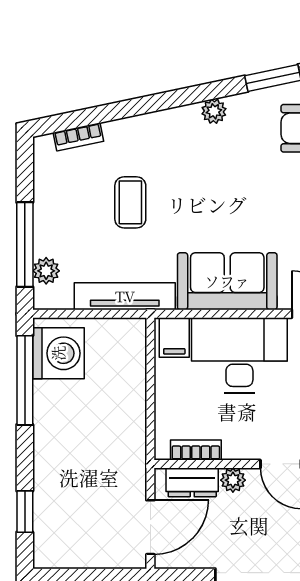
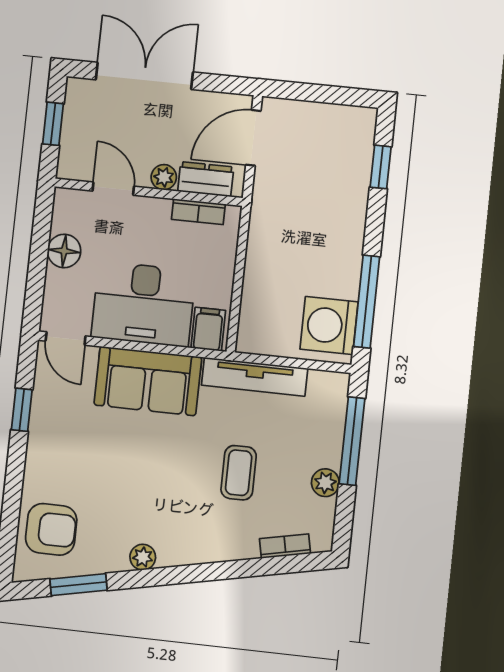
plant: (46, 271) -> (325, 483), moved

